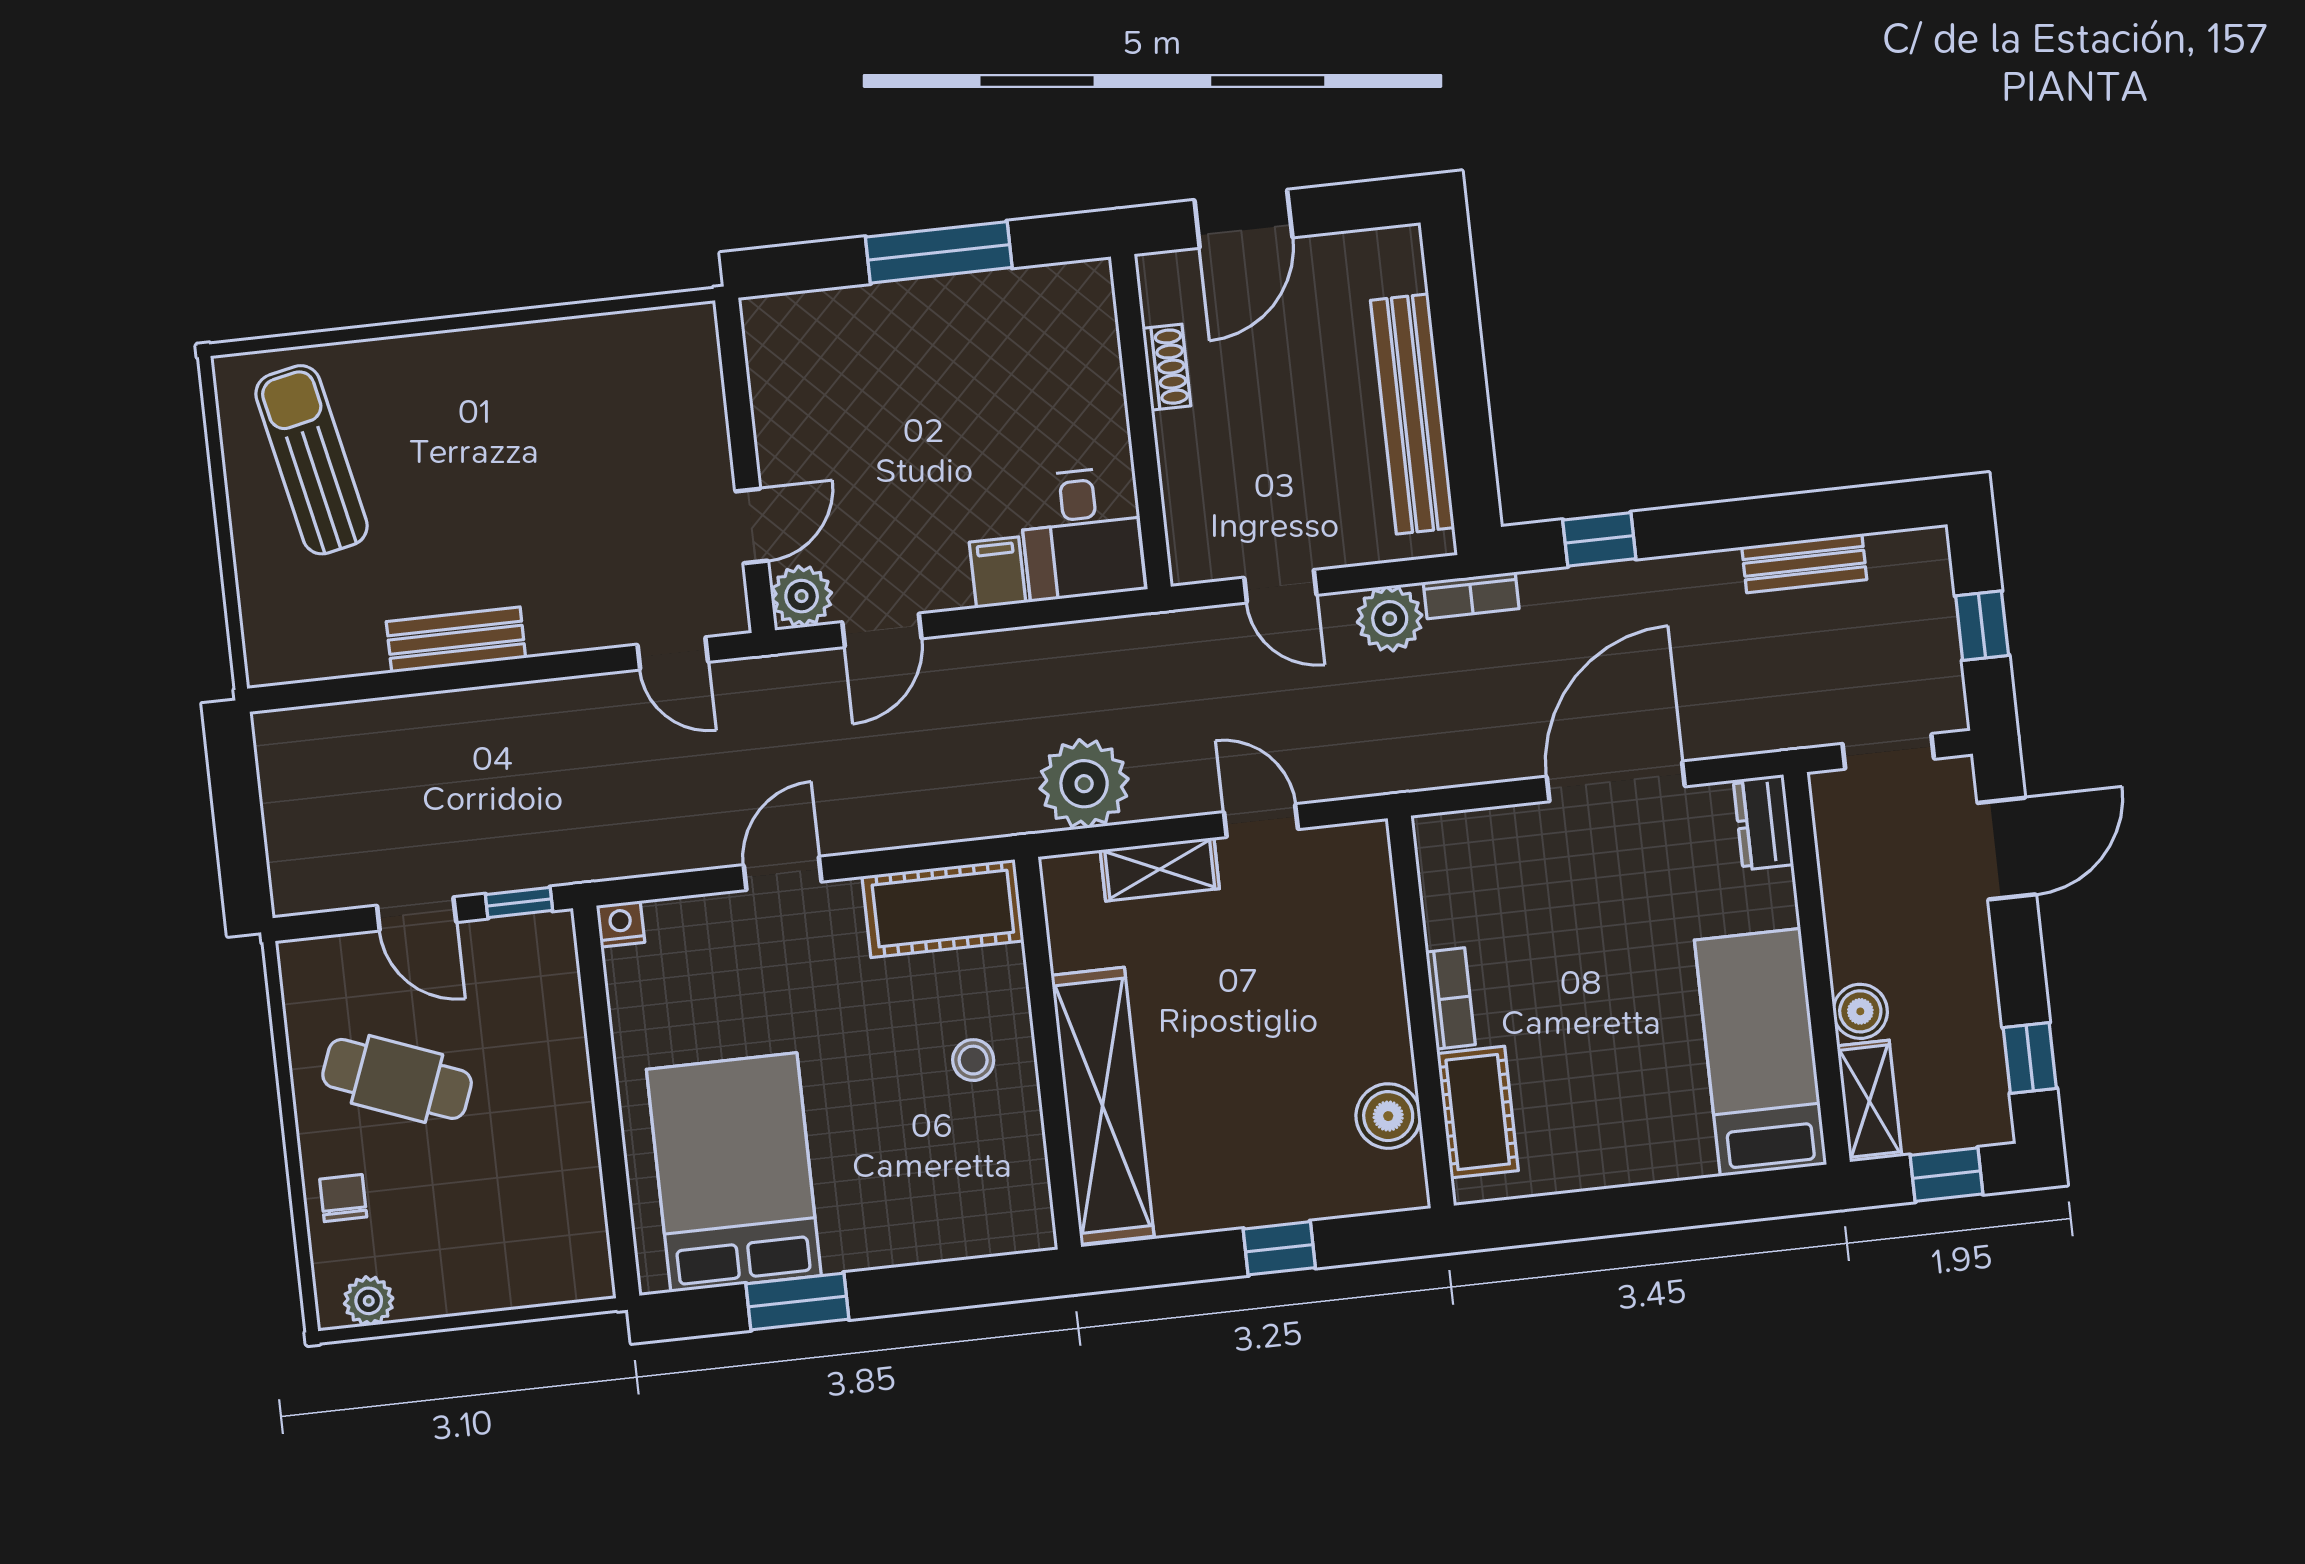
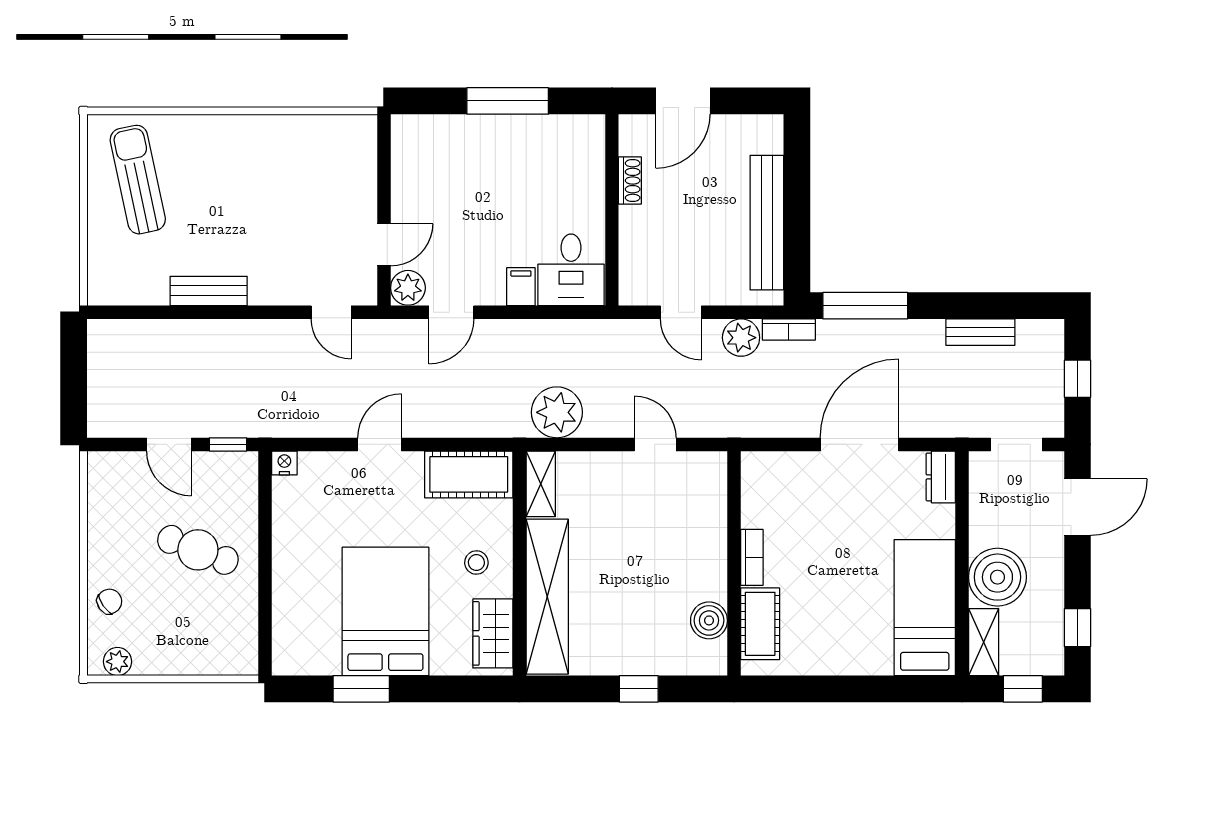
window: (1599, 539) -> (865, 306), width x2.17
shelving: (1160, 869) -> (541, 484), moved, turned 90
boiler: (1860, 1011) -> (997, 577), width x1.86, depth x1.86
cafe table: (397, 1079) -> (198, 550), moved
bed: (734, 1172) -> (385, 611), moved
wardrobe: (1015, 1180) -> (493, 633), added
chair: (343, 1198) -> (109, 601), turned 55

